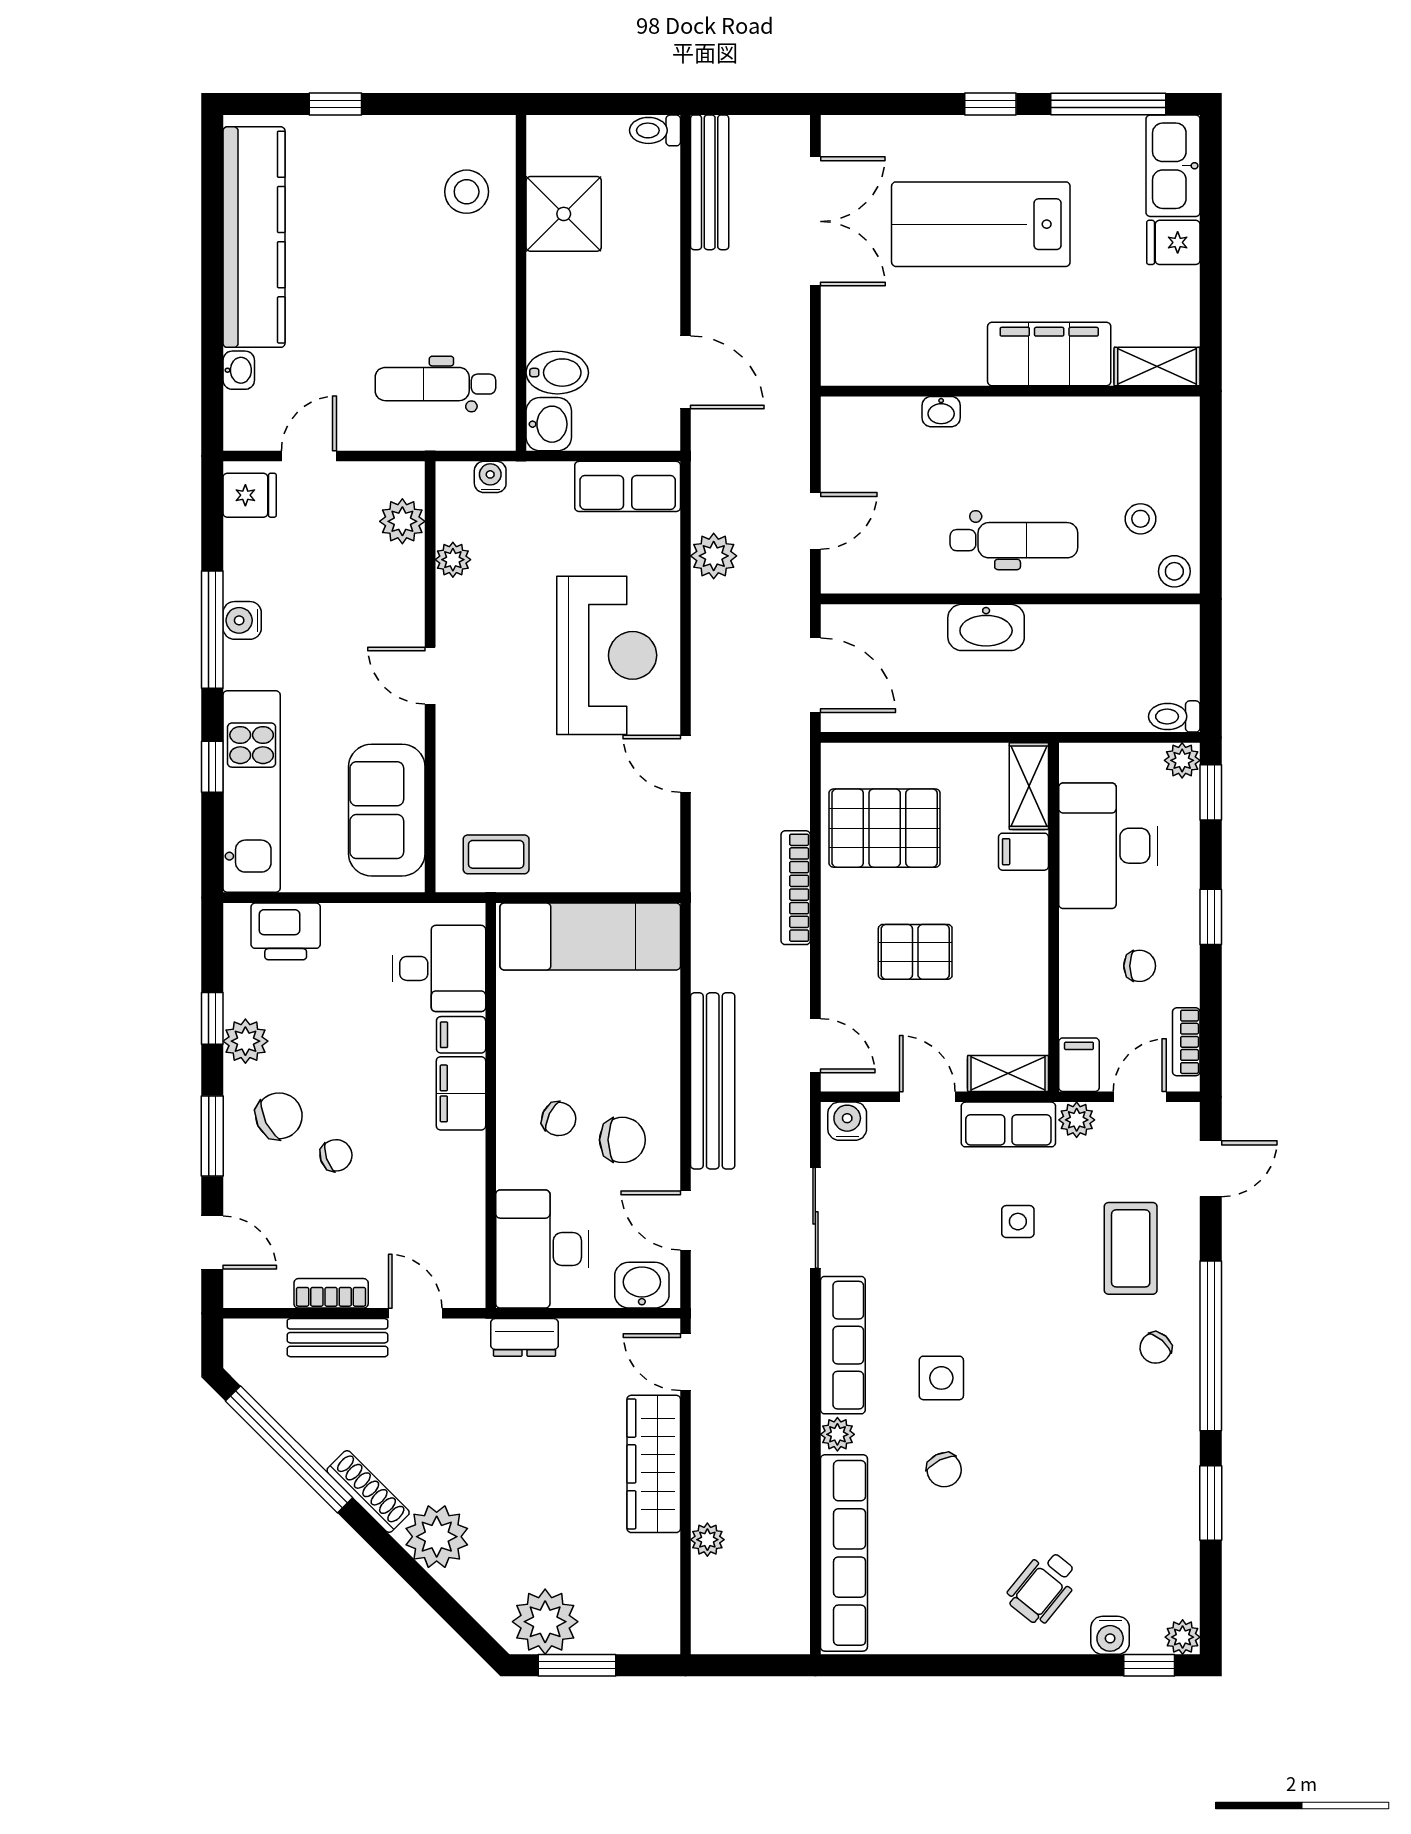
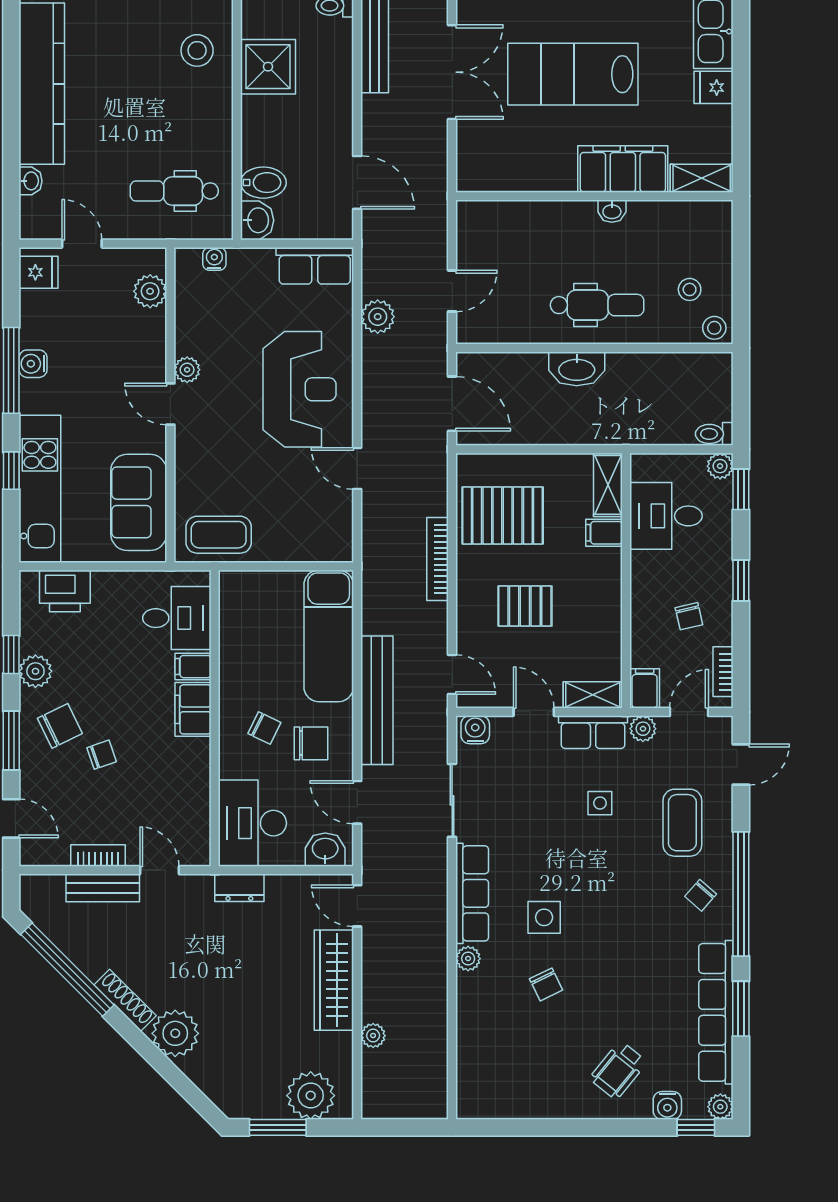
washbasin: (941, 412) -> (612, 211), moved
door: (309, 456) -> (82, 244), hinge flipped
plant: (453, 560) -> (187, 370), moved
desk: (1108, 846) -> (666, 516), width x0.73
coffee table: (496, 854) -> (219, 535), width x1.36, depth x1.30
exam couch: (590, 937) -> (329, 636), moved, turned 90
chair: (1140, 966) -> (689, 616), turned 77
row of seats: (844, 1553) -> (716, 1012), moved, turned 180
plant: (545, 1622) -> (311, 1096), moved

